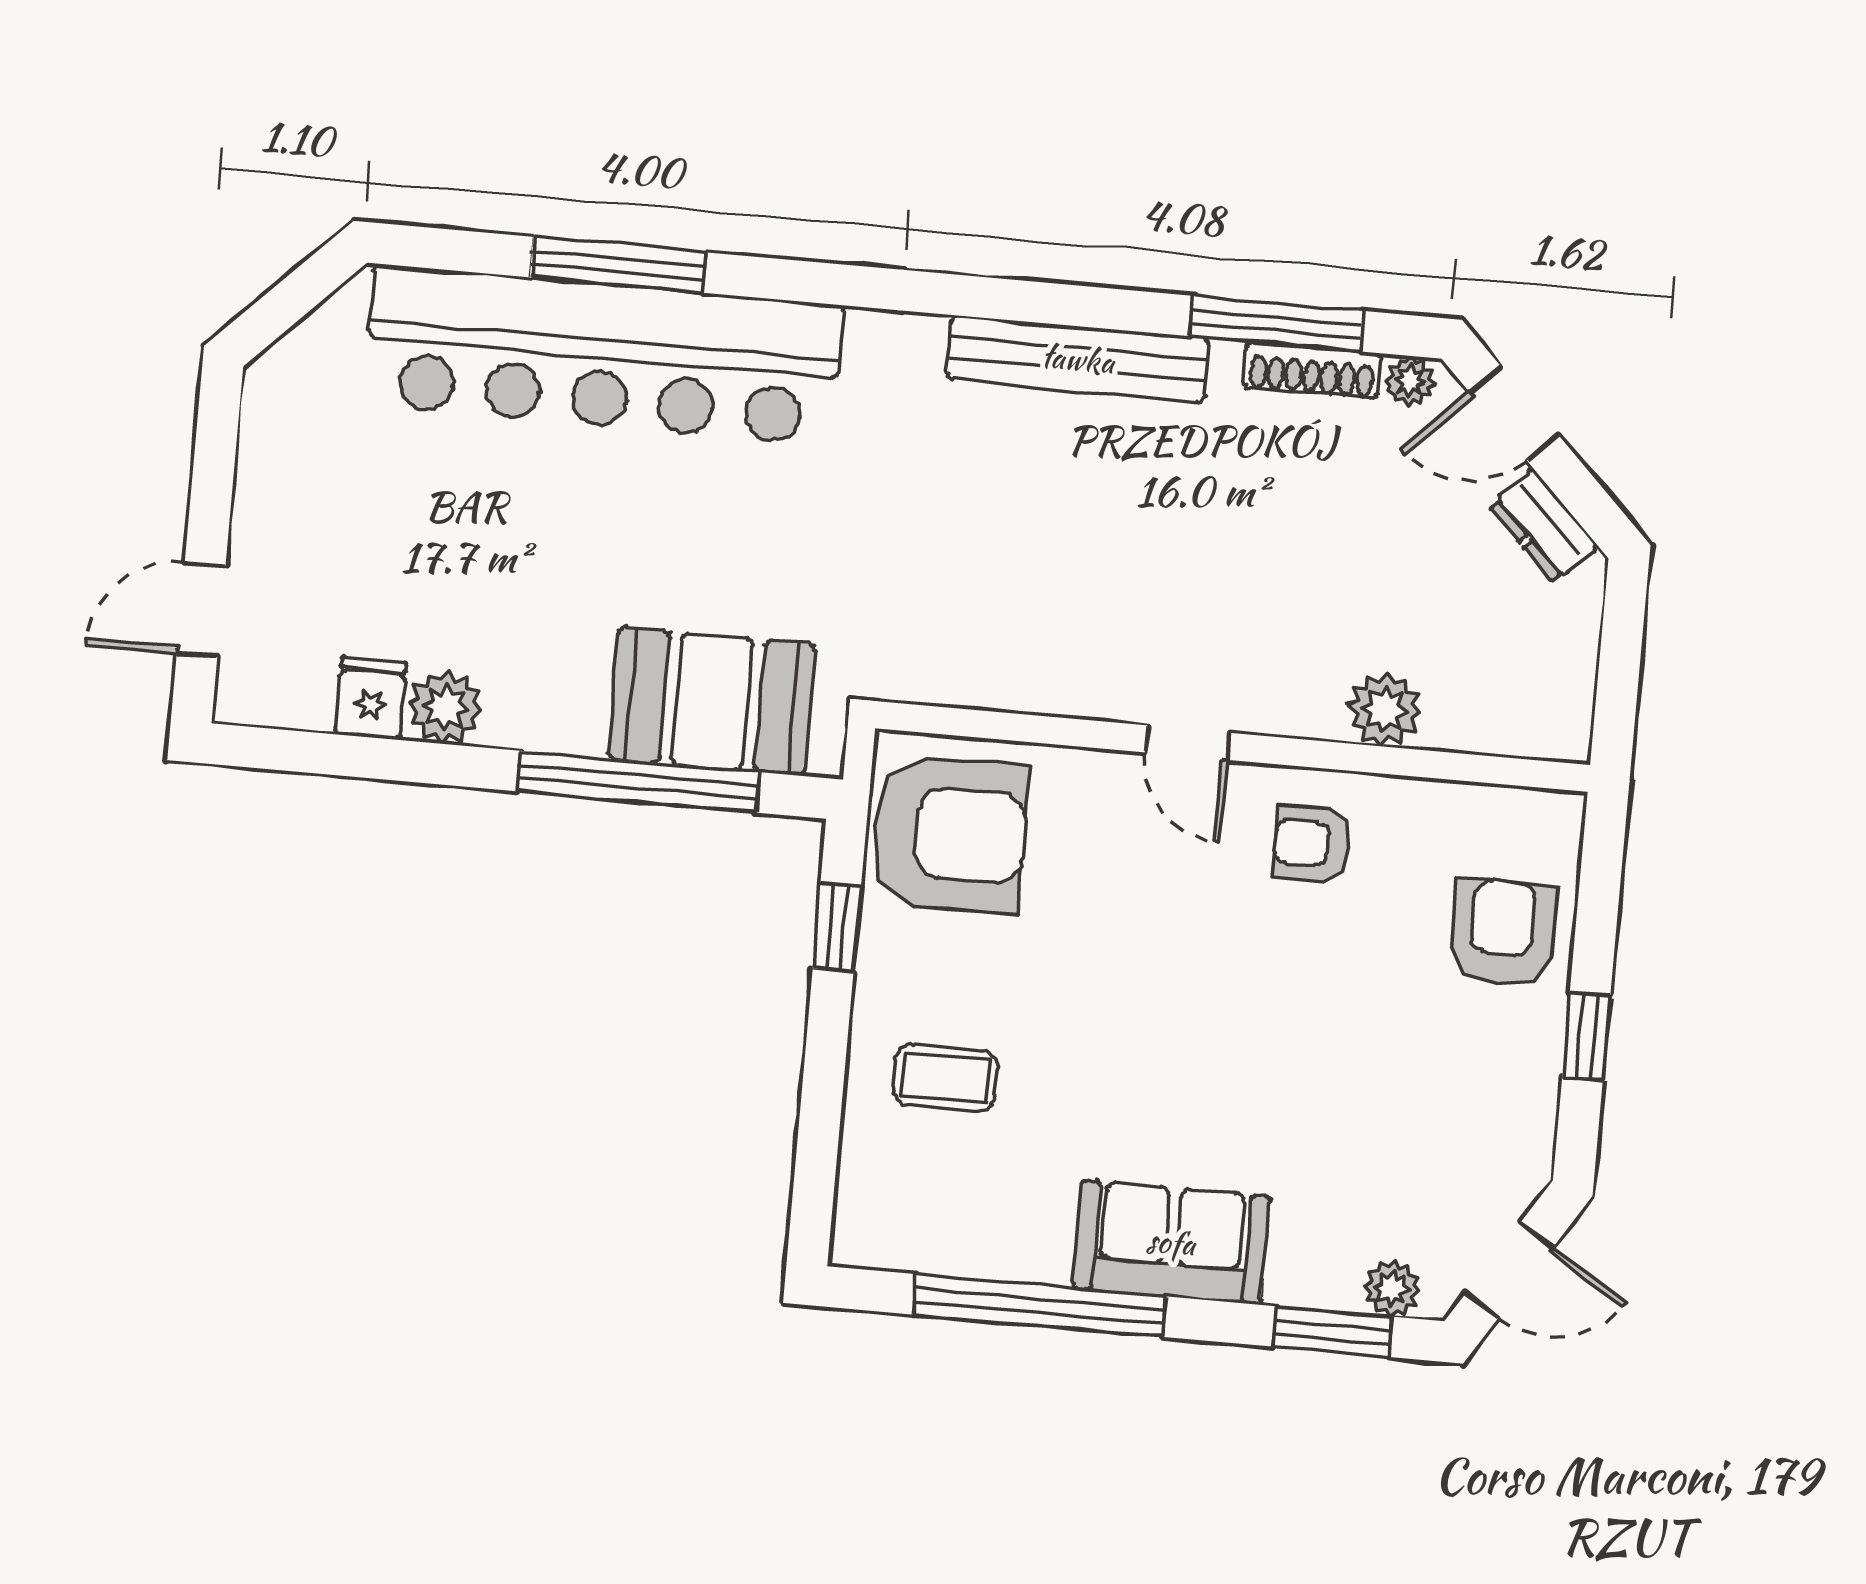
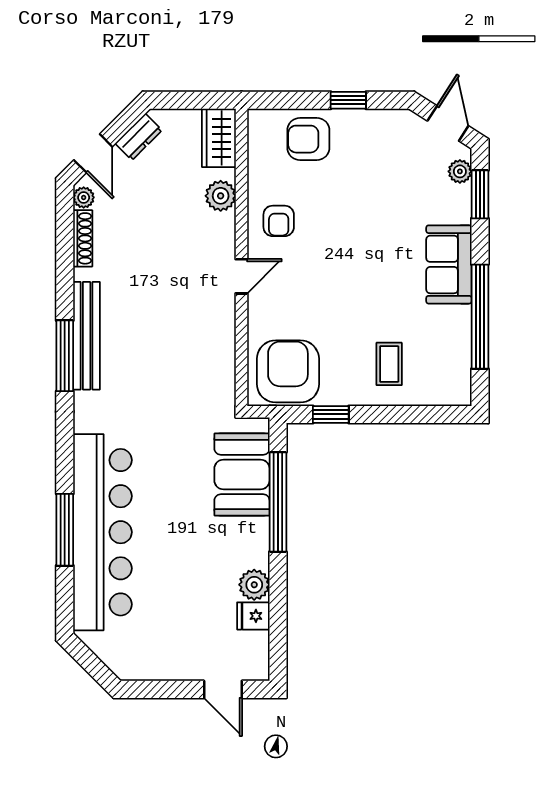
window: (1276, 324) -> (65, 356), moved
wardrobe: (1524, 718) -> (219, 138), added

